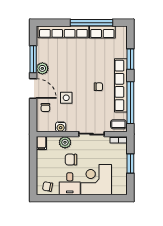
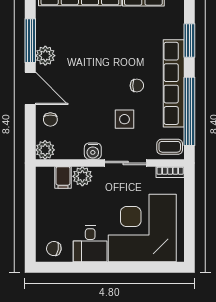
side table: (66, 98) -> (124, 119), moved
plant: (42, 126) -> (45, 150), added
water cooler: (61, 127) -> (93, 151), moved
filing cabinet: (41, 143) -> (63, 177), moved
chair: (71, 160) -> (92, 204), removed
window: (130, 163) -> (189, 211), removed
corner desk: (96, 180) -> (142, 228), width x1.36, depth x1.36

